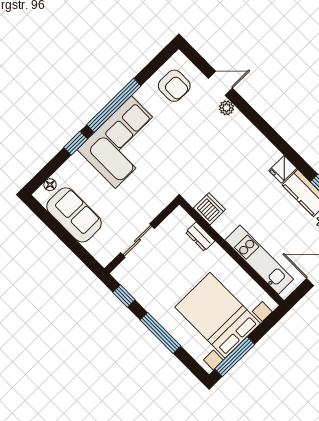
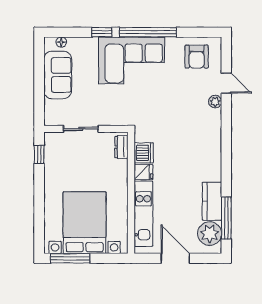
fridge: (283, 169) -> (143, 172), moved, turned 180
dresser: (200, 237) -> (121, 147), moved
window: (160, 333) -> (39, 199), removed

